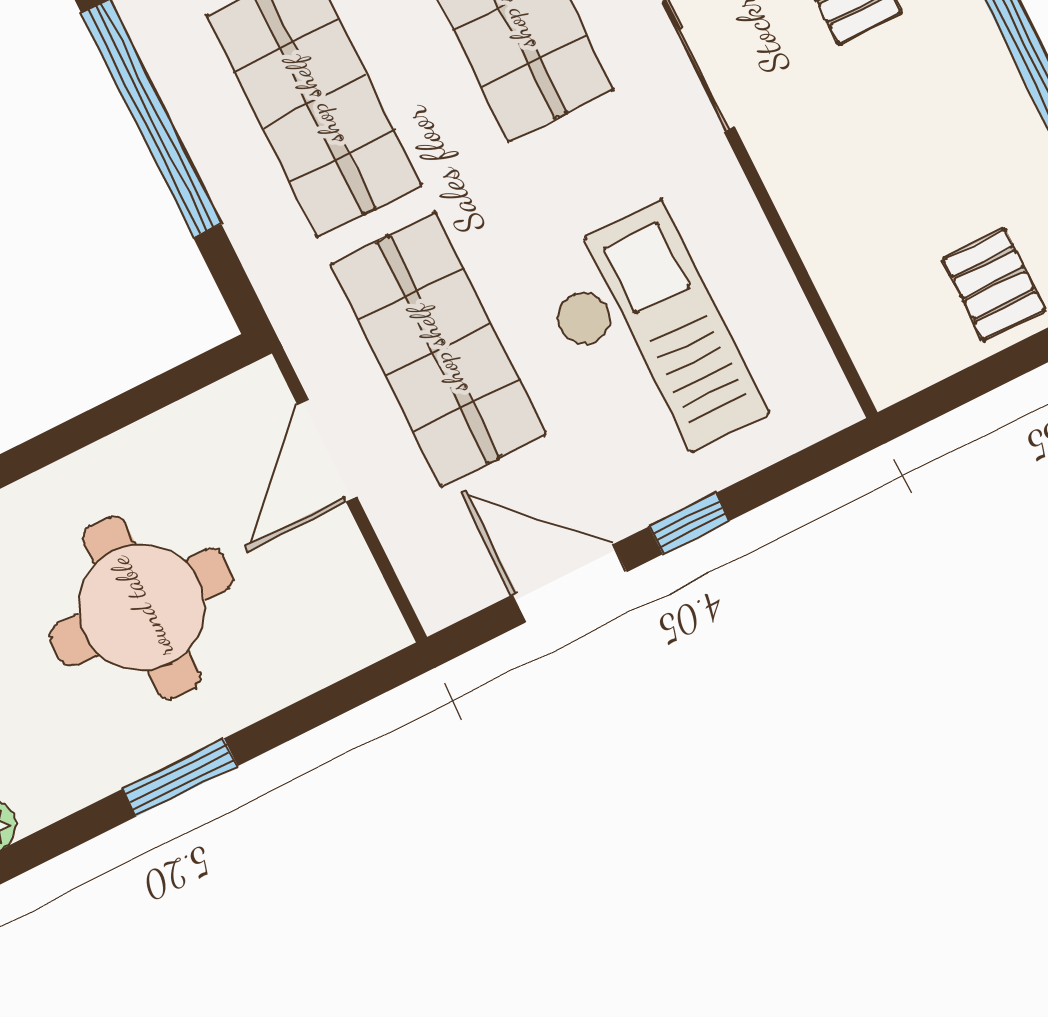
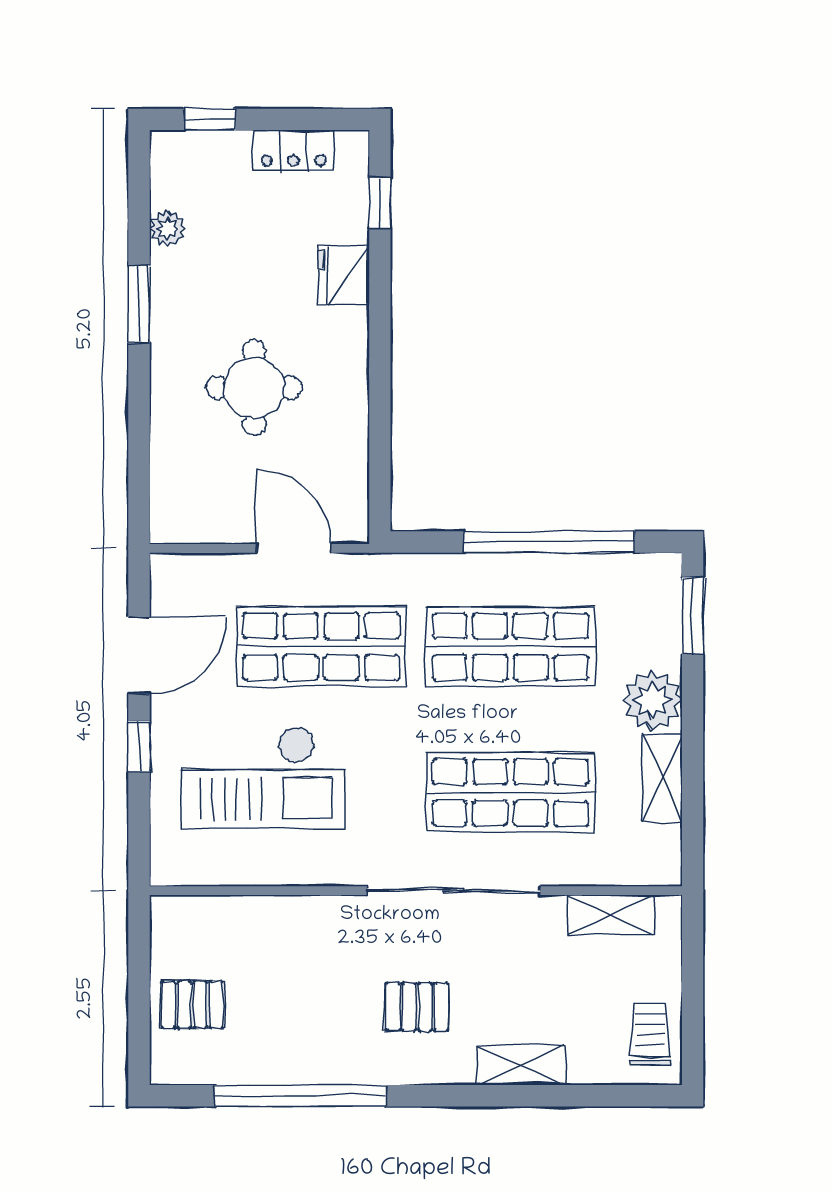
round table: (142, 607) -> (254, 388), width x0.73, depth x0.73
window: (180, 778) -> (139, 304), moved

